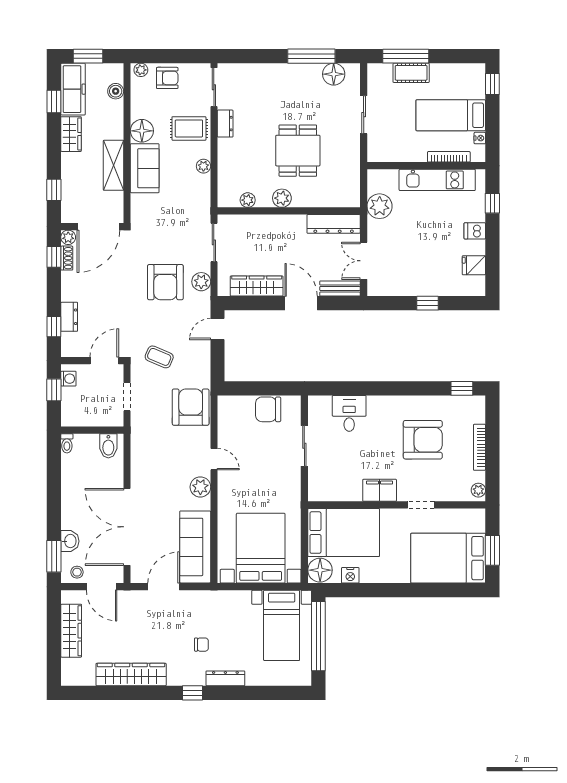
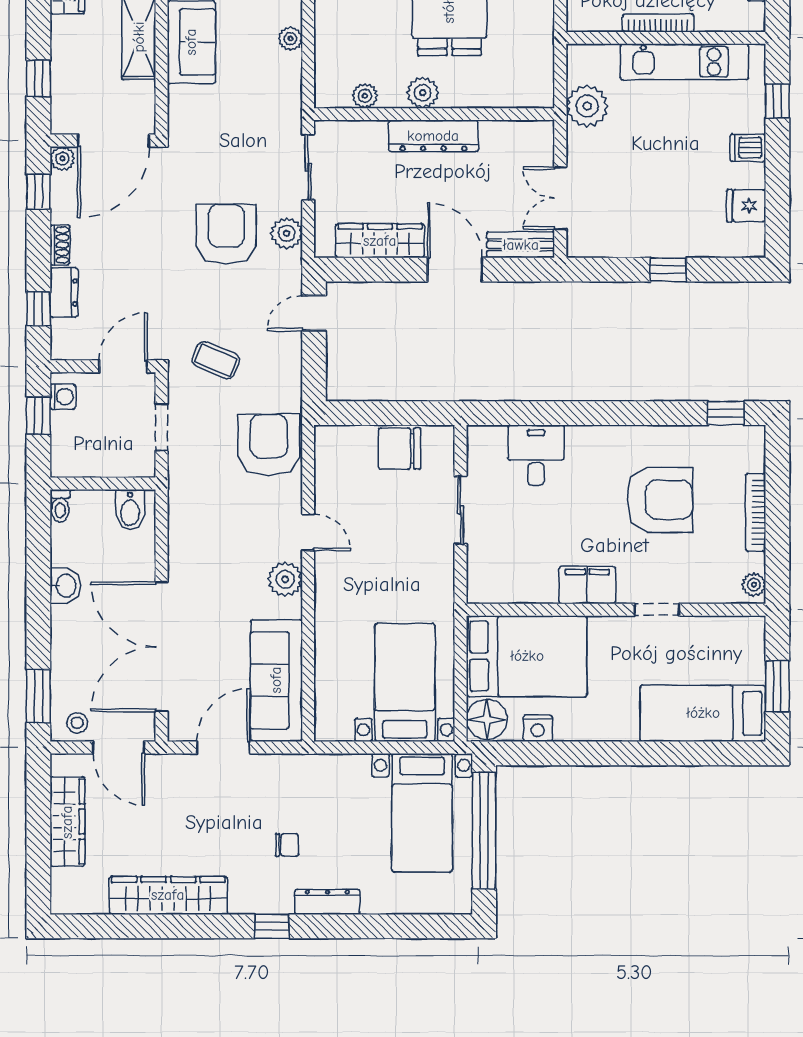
bookcase: (449, 157) -> (658, 23), moved
dresser: (334, 224) -> (433, 136), moved
shoe rack: (67, 258) -> (60, 245), moved
armchair: (165, 282) -> (226, 234), turned 180
washbasin: (70, 541) -> (65, 586), moved
bed with nightstands: (261, 548) -> (405, 683), width x0.73
bed: (448, 558) -> (703, 713), width x0.67

